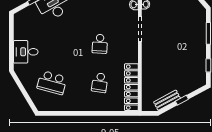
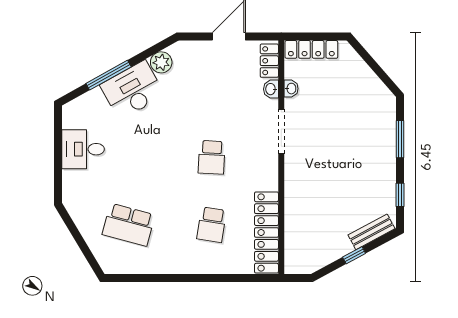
desk: (26, 52) -> (83, 149), moved
bench: (167, 100) -> (371, 232), moved

